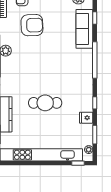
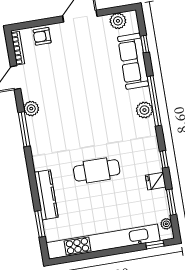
armchair: (32, 25) -> (61, 68), removed
plant: (87, 65) -> (144, 110), added

